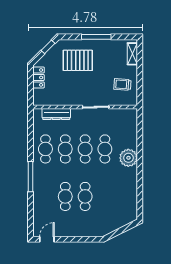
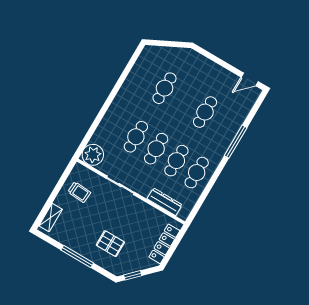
pallet: (78, 60) -> (110, 244), width x0.67, depth x0.71
locker: (38, 77) -> (164, 244), width x1.53
plant: (128, 158) -> (93, 155), moved
window: (30, 177) -> (236, 142), moved
cafe table: (85, 196) -> (164, 88), moved

